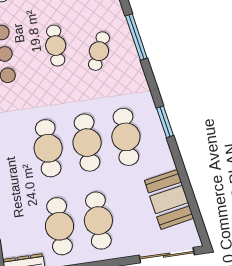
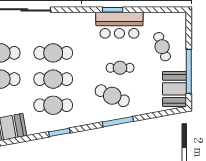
cafe table: (99, 51) -> (112, 96), width x1.37, depth x1.35

